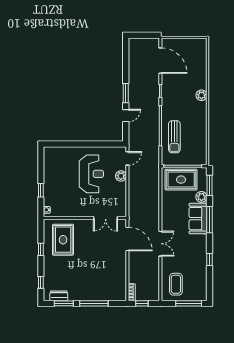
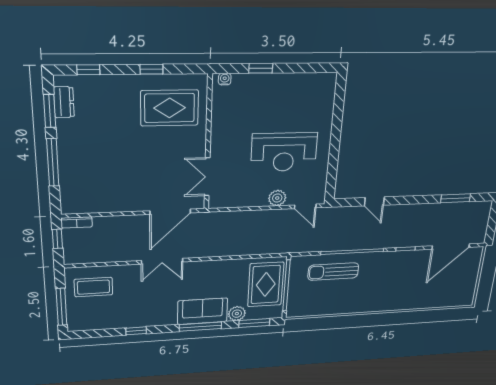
window: (126, 93) -> (455, 198), moved
plant: (202, 95) -> (391, 304), removed

